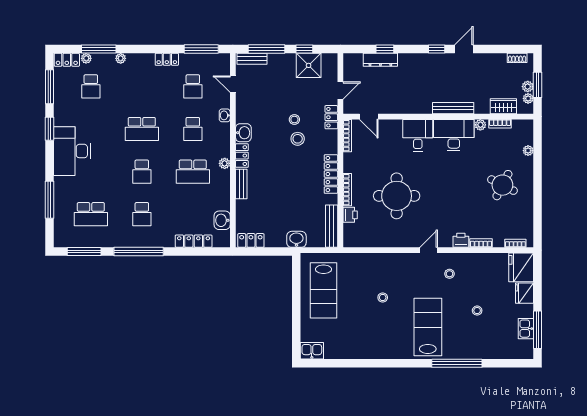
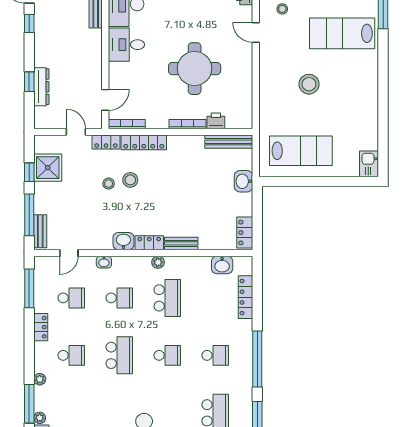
school desk: (91, 86) -> (71, 355), moved
locker: (331, 174) -> (144, 142), moved
stool: (383, 297) -> (309, 84), width x1.89, depth x1.89

